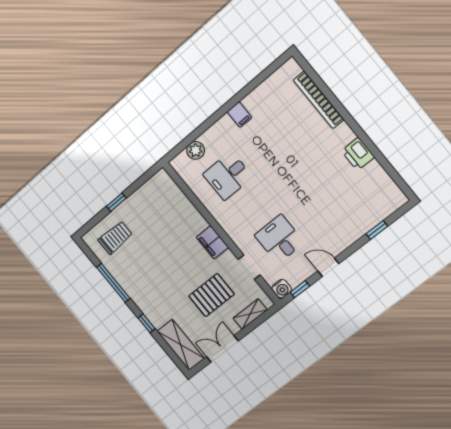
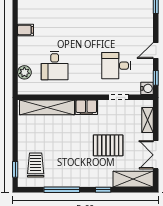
window: (116, 202) -> (15, 169), moved
shelving: (180, 203) -> (47, 107), added
pallet: (211, 295) -> (108, 145), moved, turned 90

